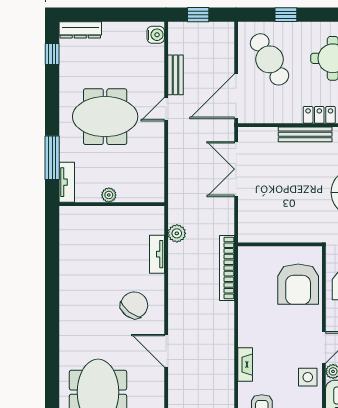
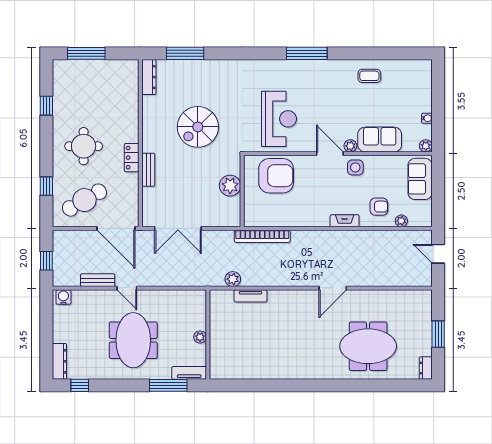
bench: (305, 134) -> (148, 170), width x0.73
plant: (286, 230) -> (230, 186), added
chair: (134, 305) -> (294, 315), removed

